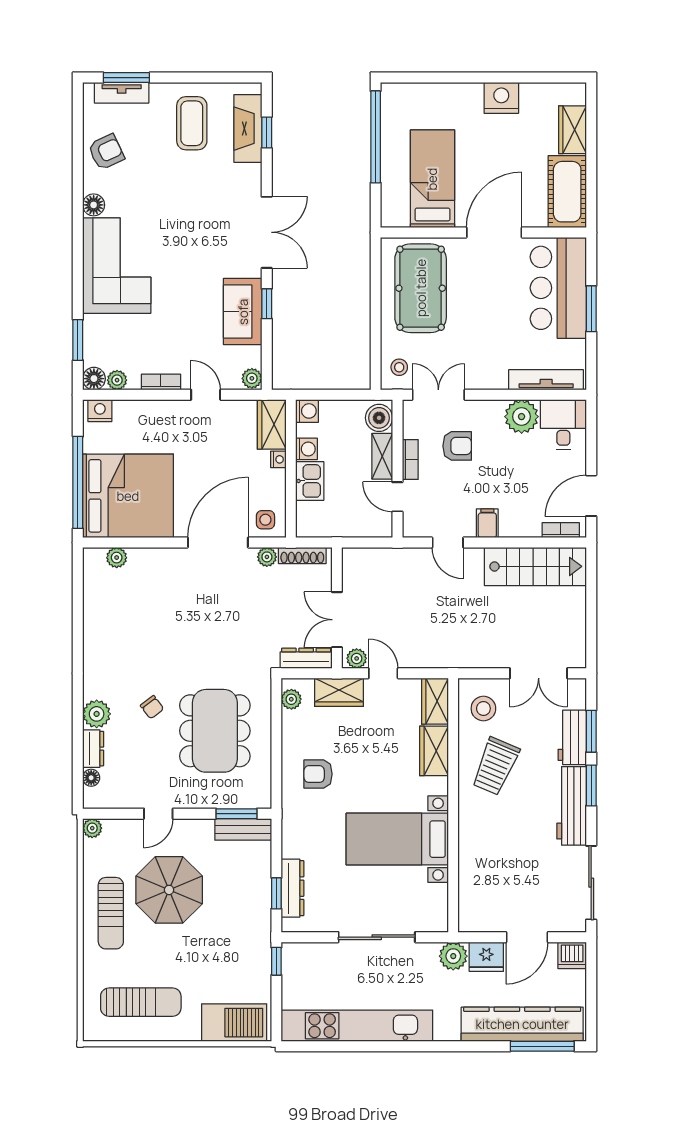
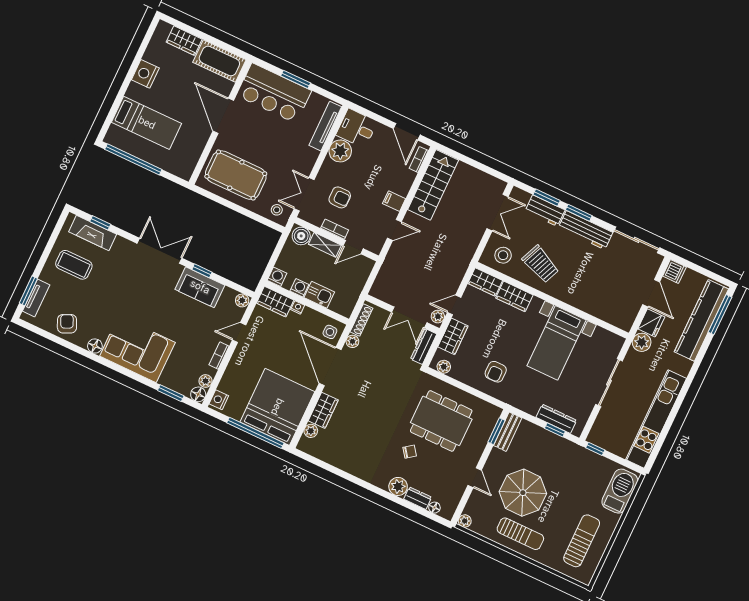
bed: (432, 179) -> (147, 123), moved, turned 180
armchair: (457, 446) -> (340, 197), turned 90
wardrobe: (153, 561) -> (323, 410), added

